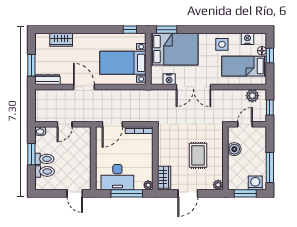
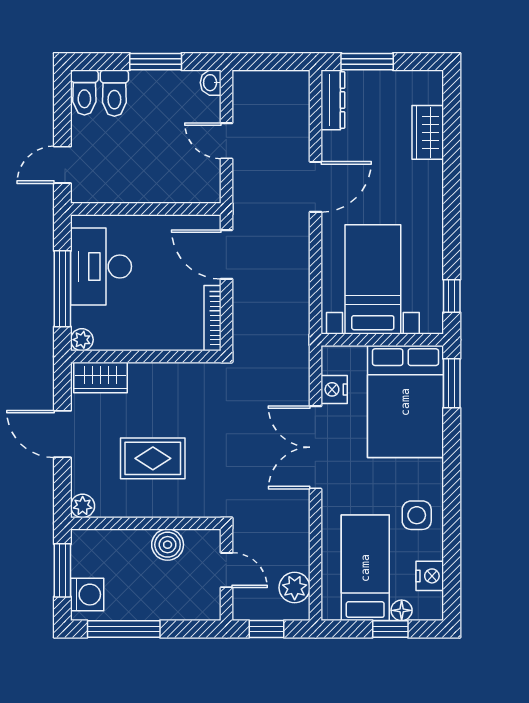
toilet: (44, 159) -> (84, 92), moved

